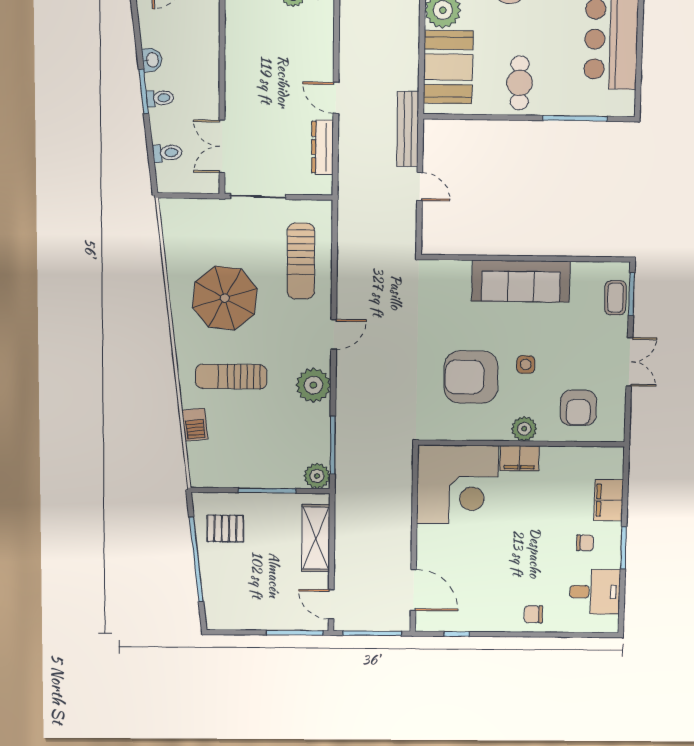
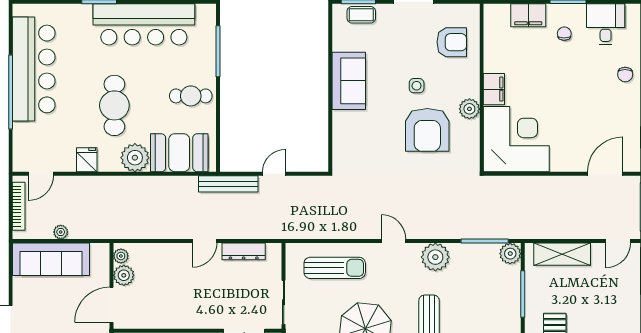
sofa: (521, 281) -> (349, 81), width x0.73
plant: (524, 429) -> (469, 109), moved

